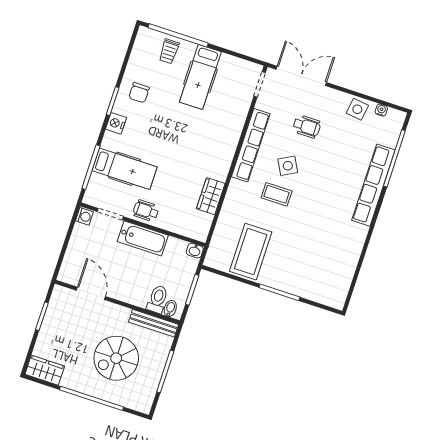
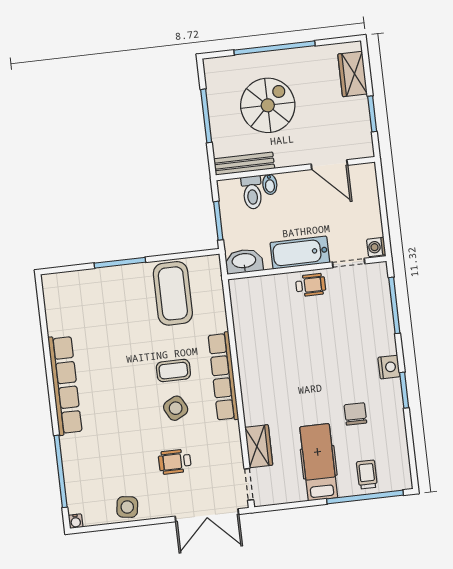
chair: (139, 93) -> (355, 414), moved
water cooler: (381, 110) -> (76, 521), moved
row of seats: (251, 145) -> (223, 377), moved
hospital bed: (124, 169) -> (356, 321), removed
row of seats: (373, 185) -> (65, 385), moved
wardrobe: (211, 196) -> (259, 446), moved
washbasin: (195, 251) -> (244, 261), width x1.91, depth x1.45
bidet: (170, 309) -> (270, 184), moved
wardrobe: (45, 370) -> (353, 74), moved, turned 90

